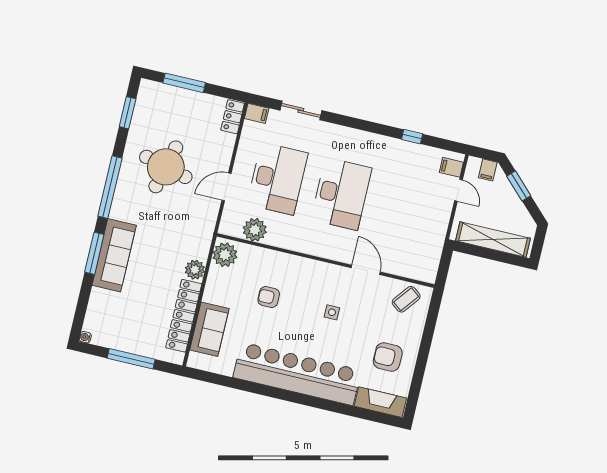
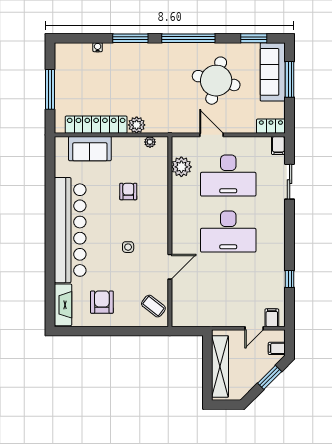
sofa: (114, 255) -> (273, 72), moved, turned 90
plant: (225, 255) -> (150, 142), width x0.53, depth x0.53
water cooler: (85, 337) -> (98, 47), moved

